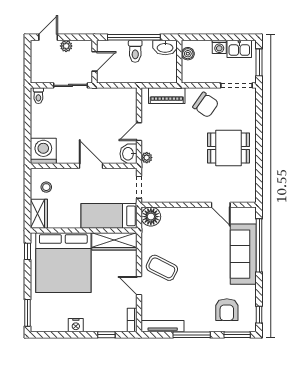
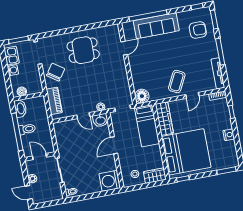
dining table: (229, 148) -> (83, 50), turned 90

